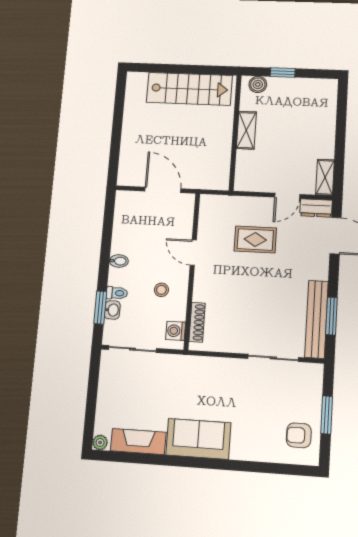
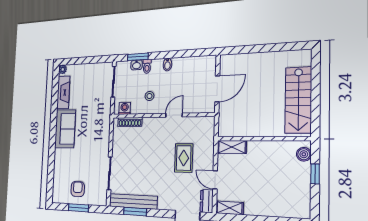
shelving: (246, 130) -> (232, 147), moved
armchair: (299, 435) -> (78, 189), moved

